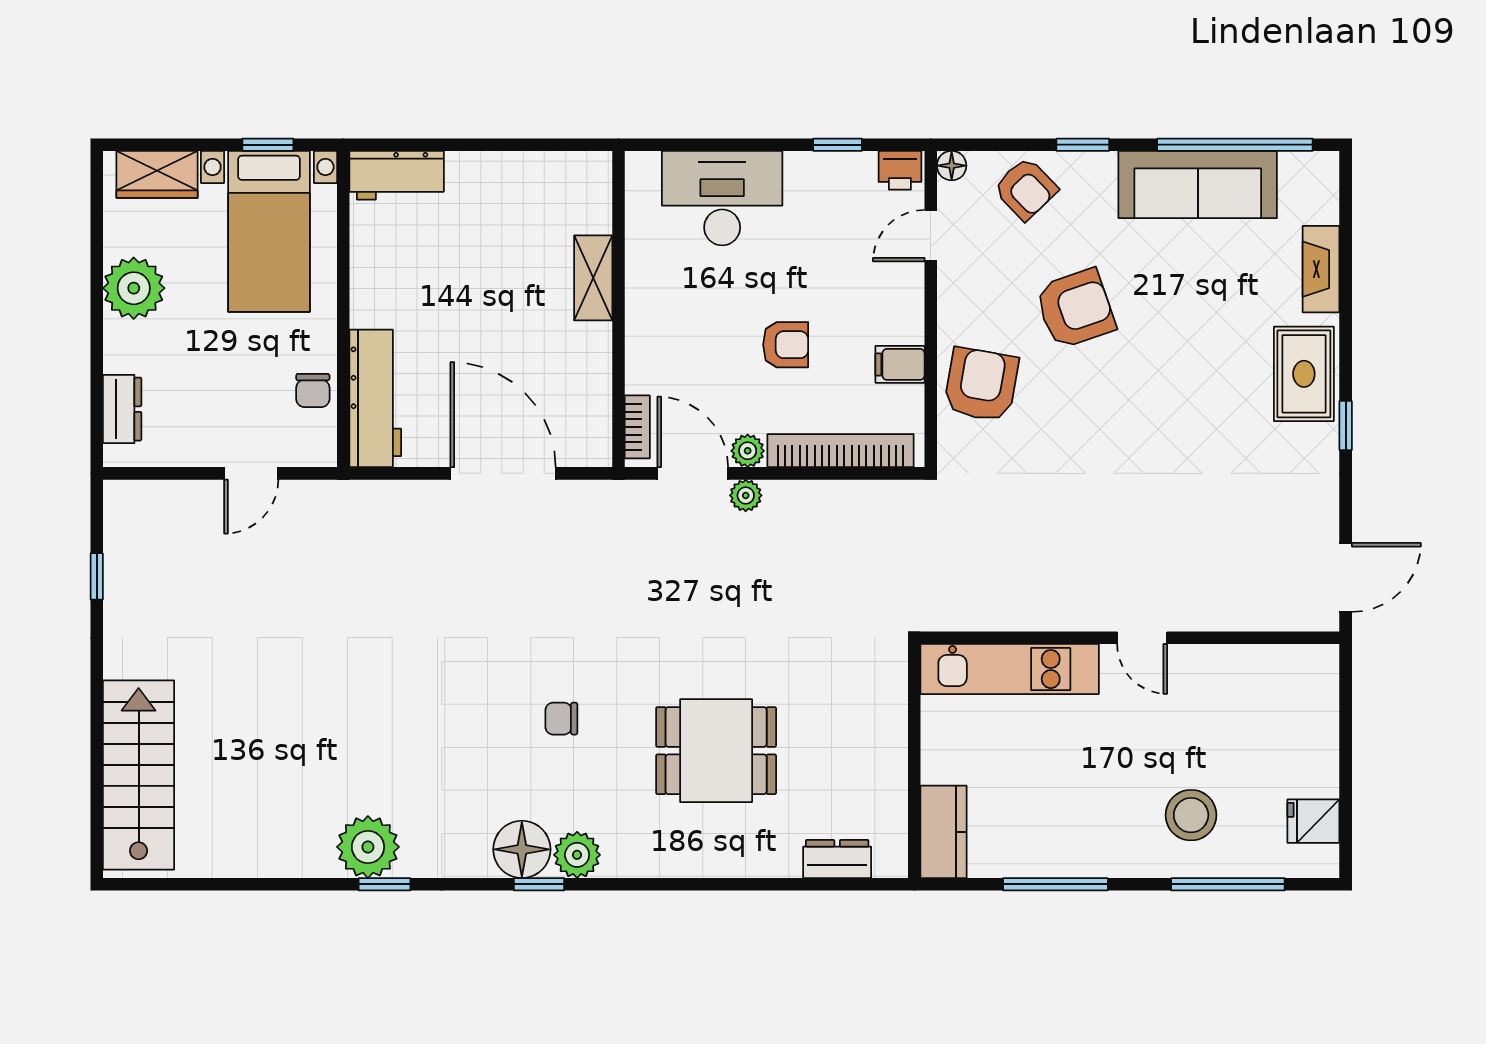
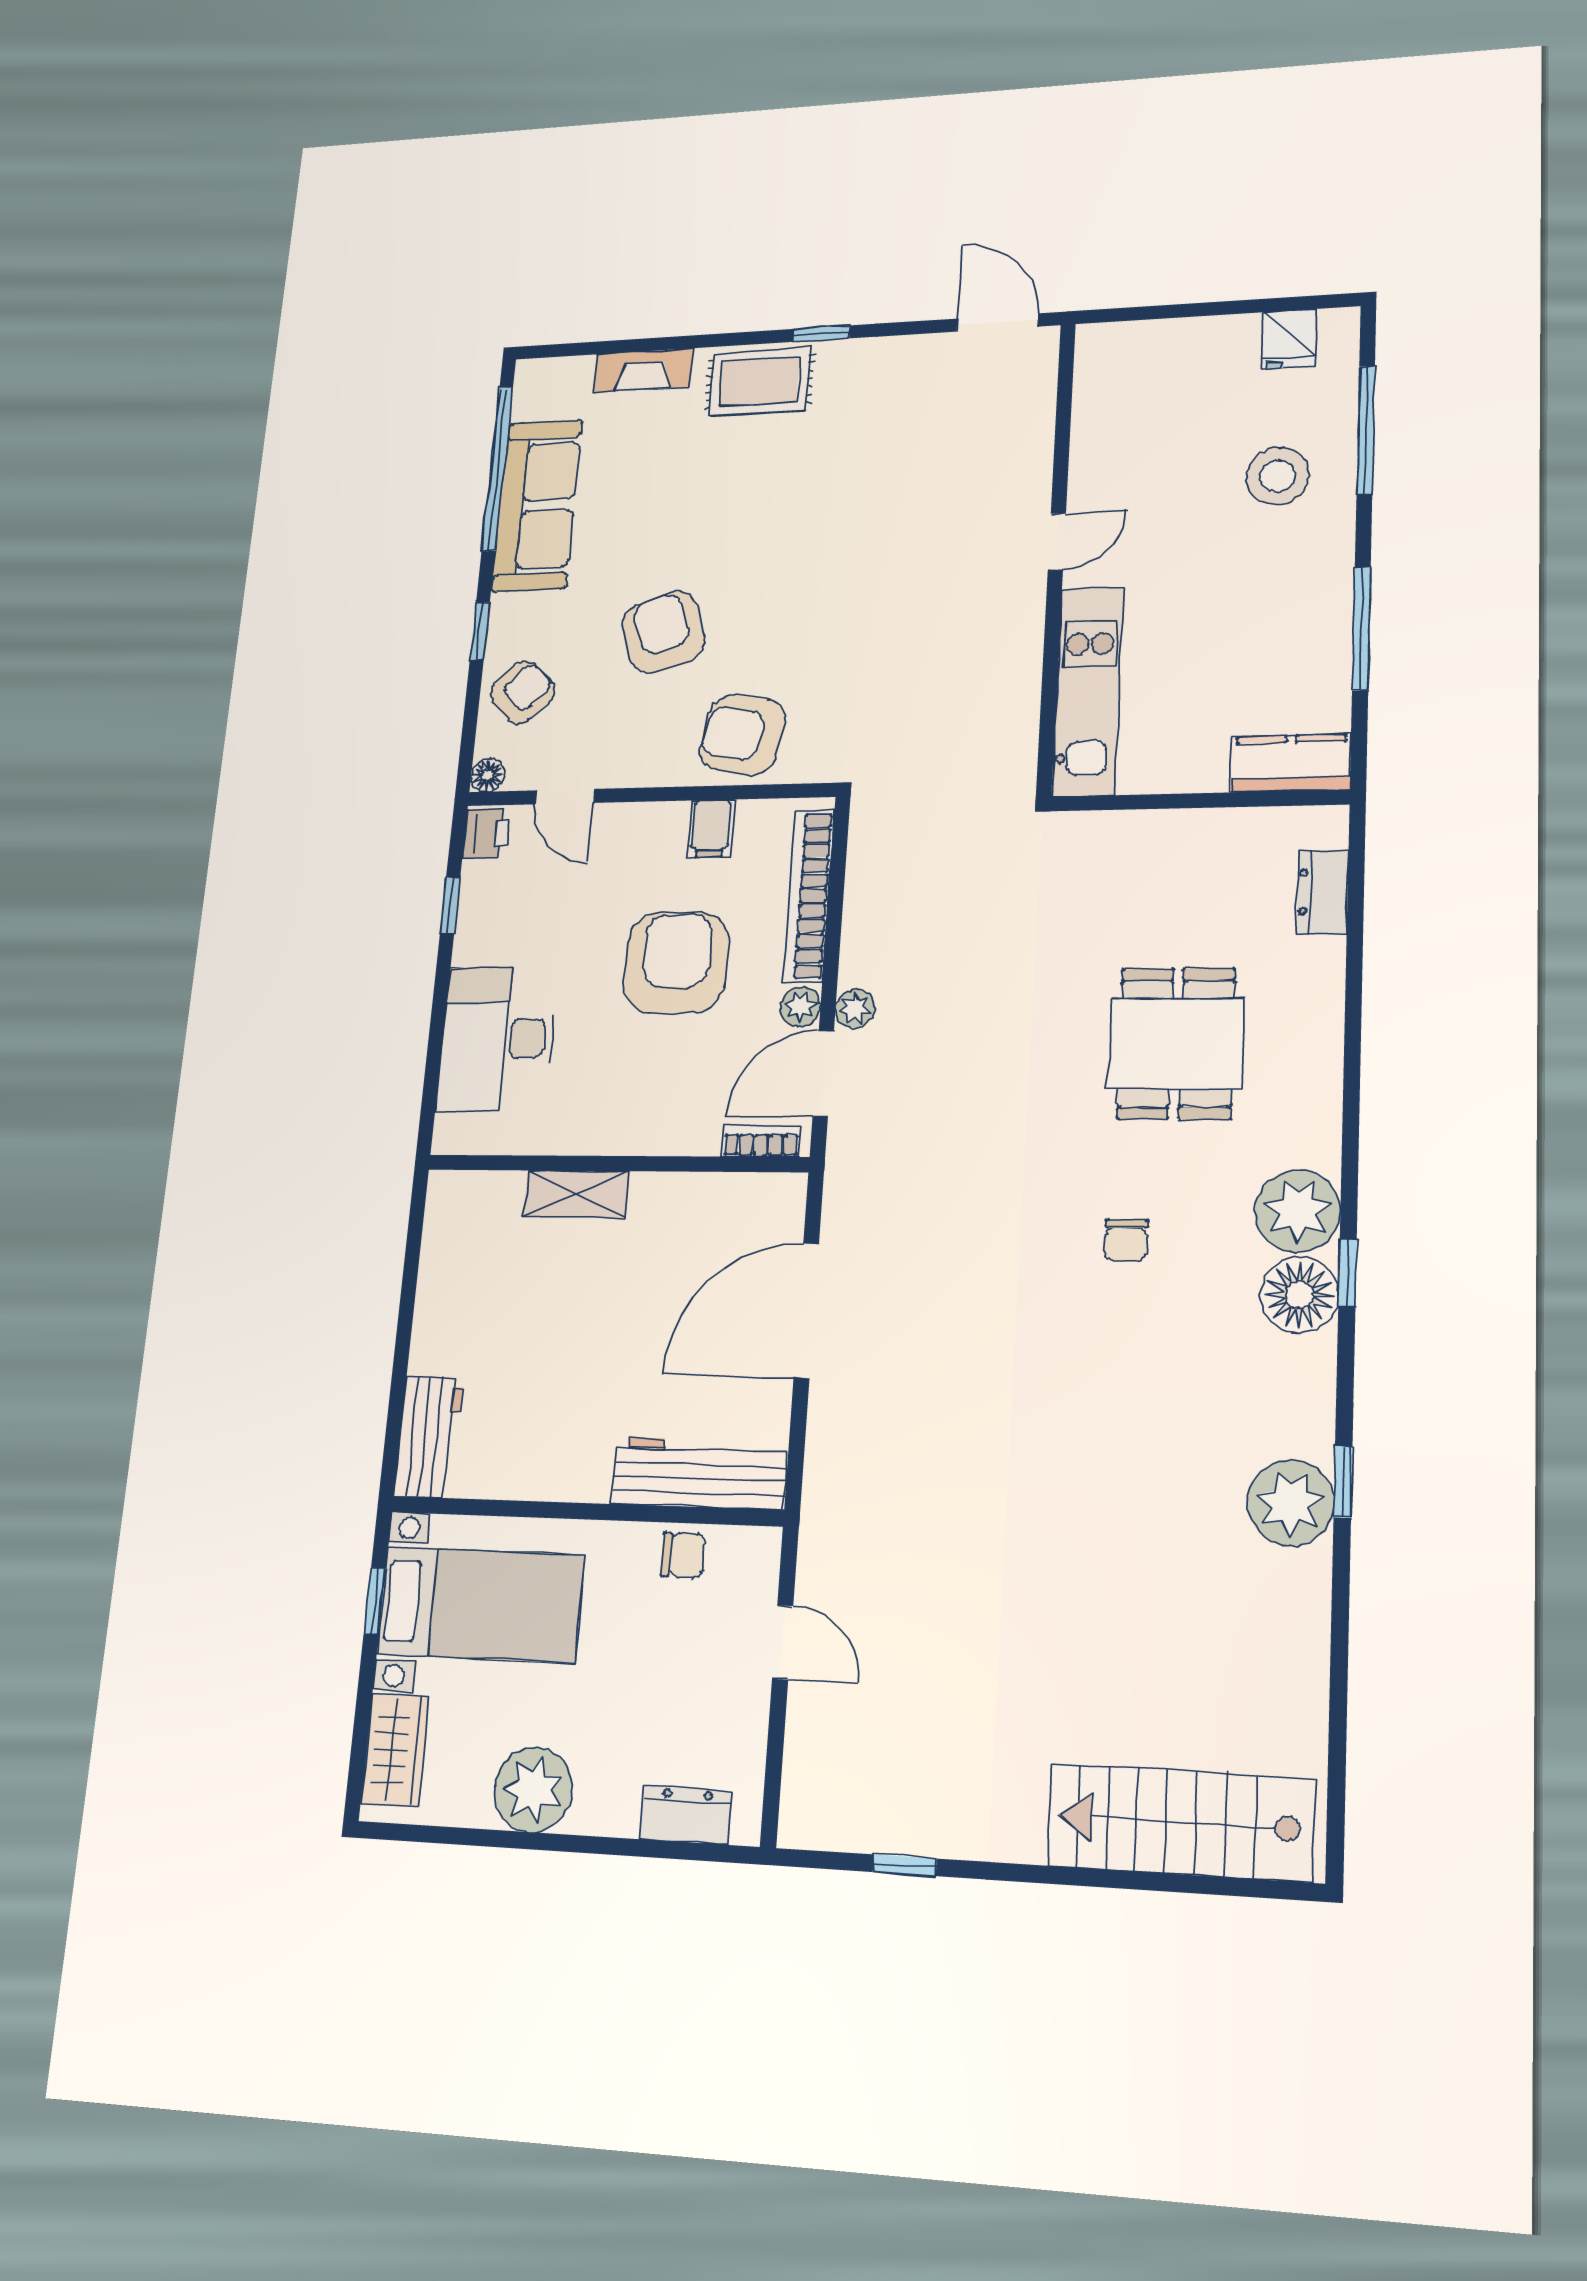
armchair: (786, 345) -> (676, 962), width x1.88, depth x1.88
plant: (577, 855) -> (1298, 1211), width x1.36, depth x1.36

